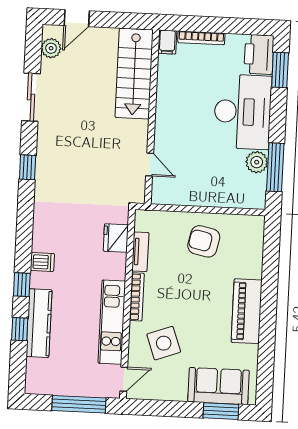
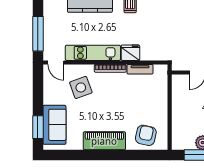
fridge: (116, 238) -> (130, 53), moved
armchair: (204, 241) -> (146, 135), moved

